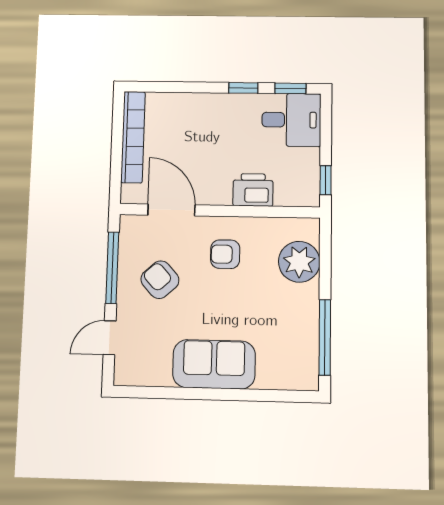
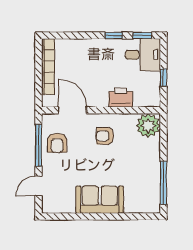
window: (326, 180) -> (163, 78), moved
plant: (299, 262) -> (148, 126), moved
armchair: (160, 280) -> (57, 143), moved, turned -138

